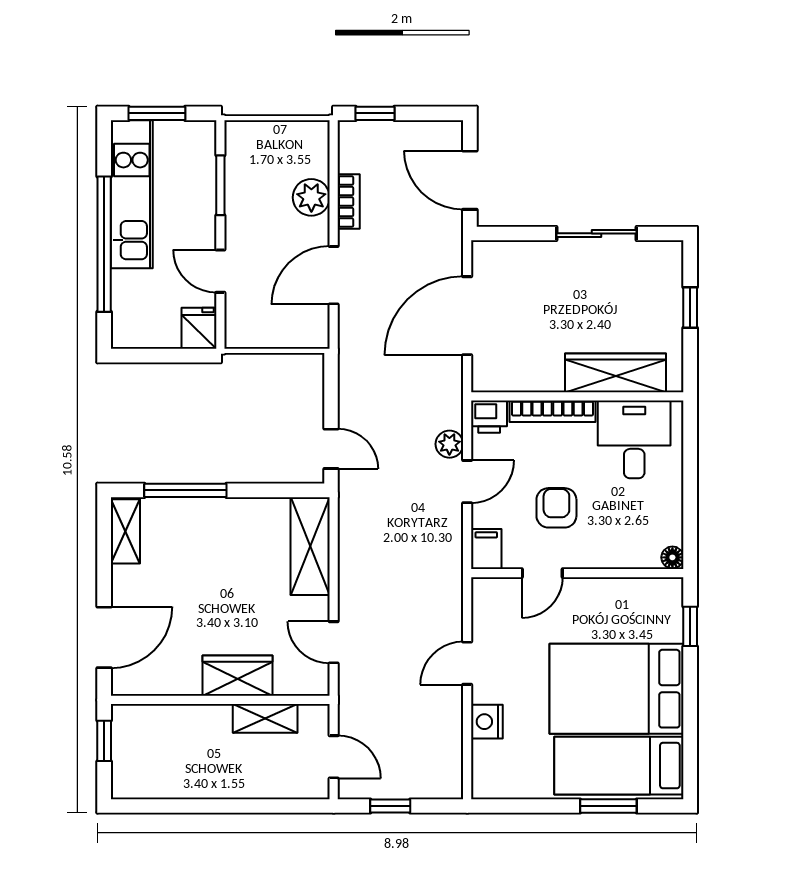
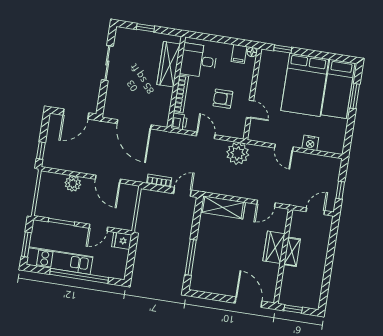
bookcase: (349, 202) -> (159, 180), moved
plant: (449, 444) -> (238, 153), moved, width x1.87, depth x1.87
shelving: (125, 531) -> (204, 286), removed
filing cabinet: (486, 549) -> (239, 54), moved, turned -90
shelving: (265, 718) -> (292, 252), moved

